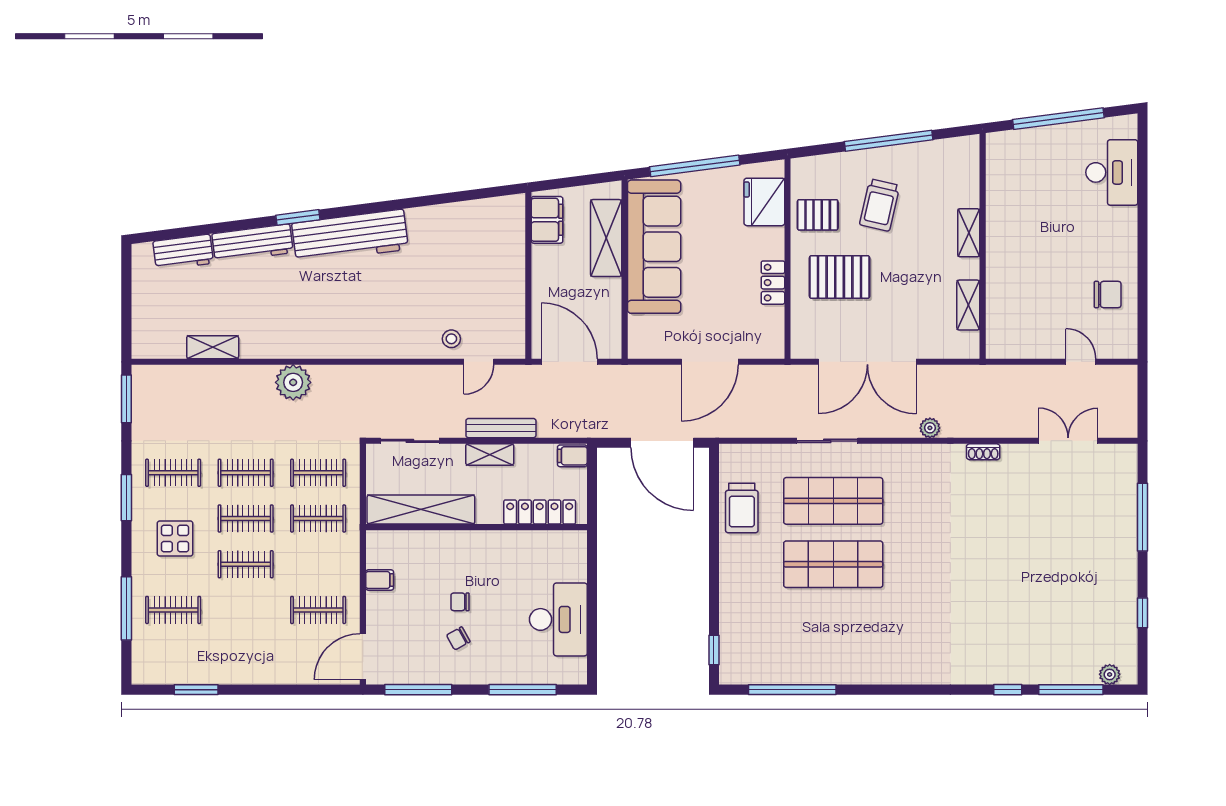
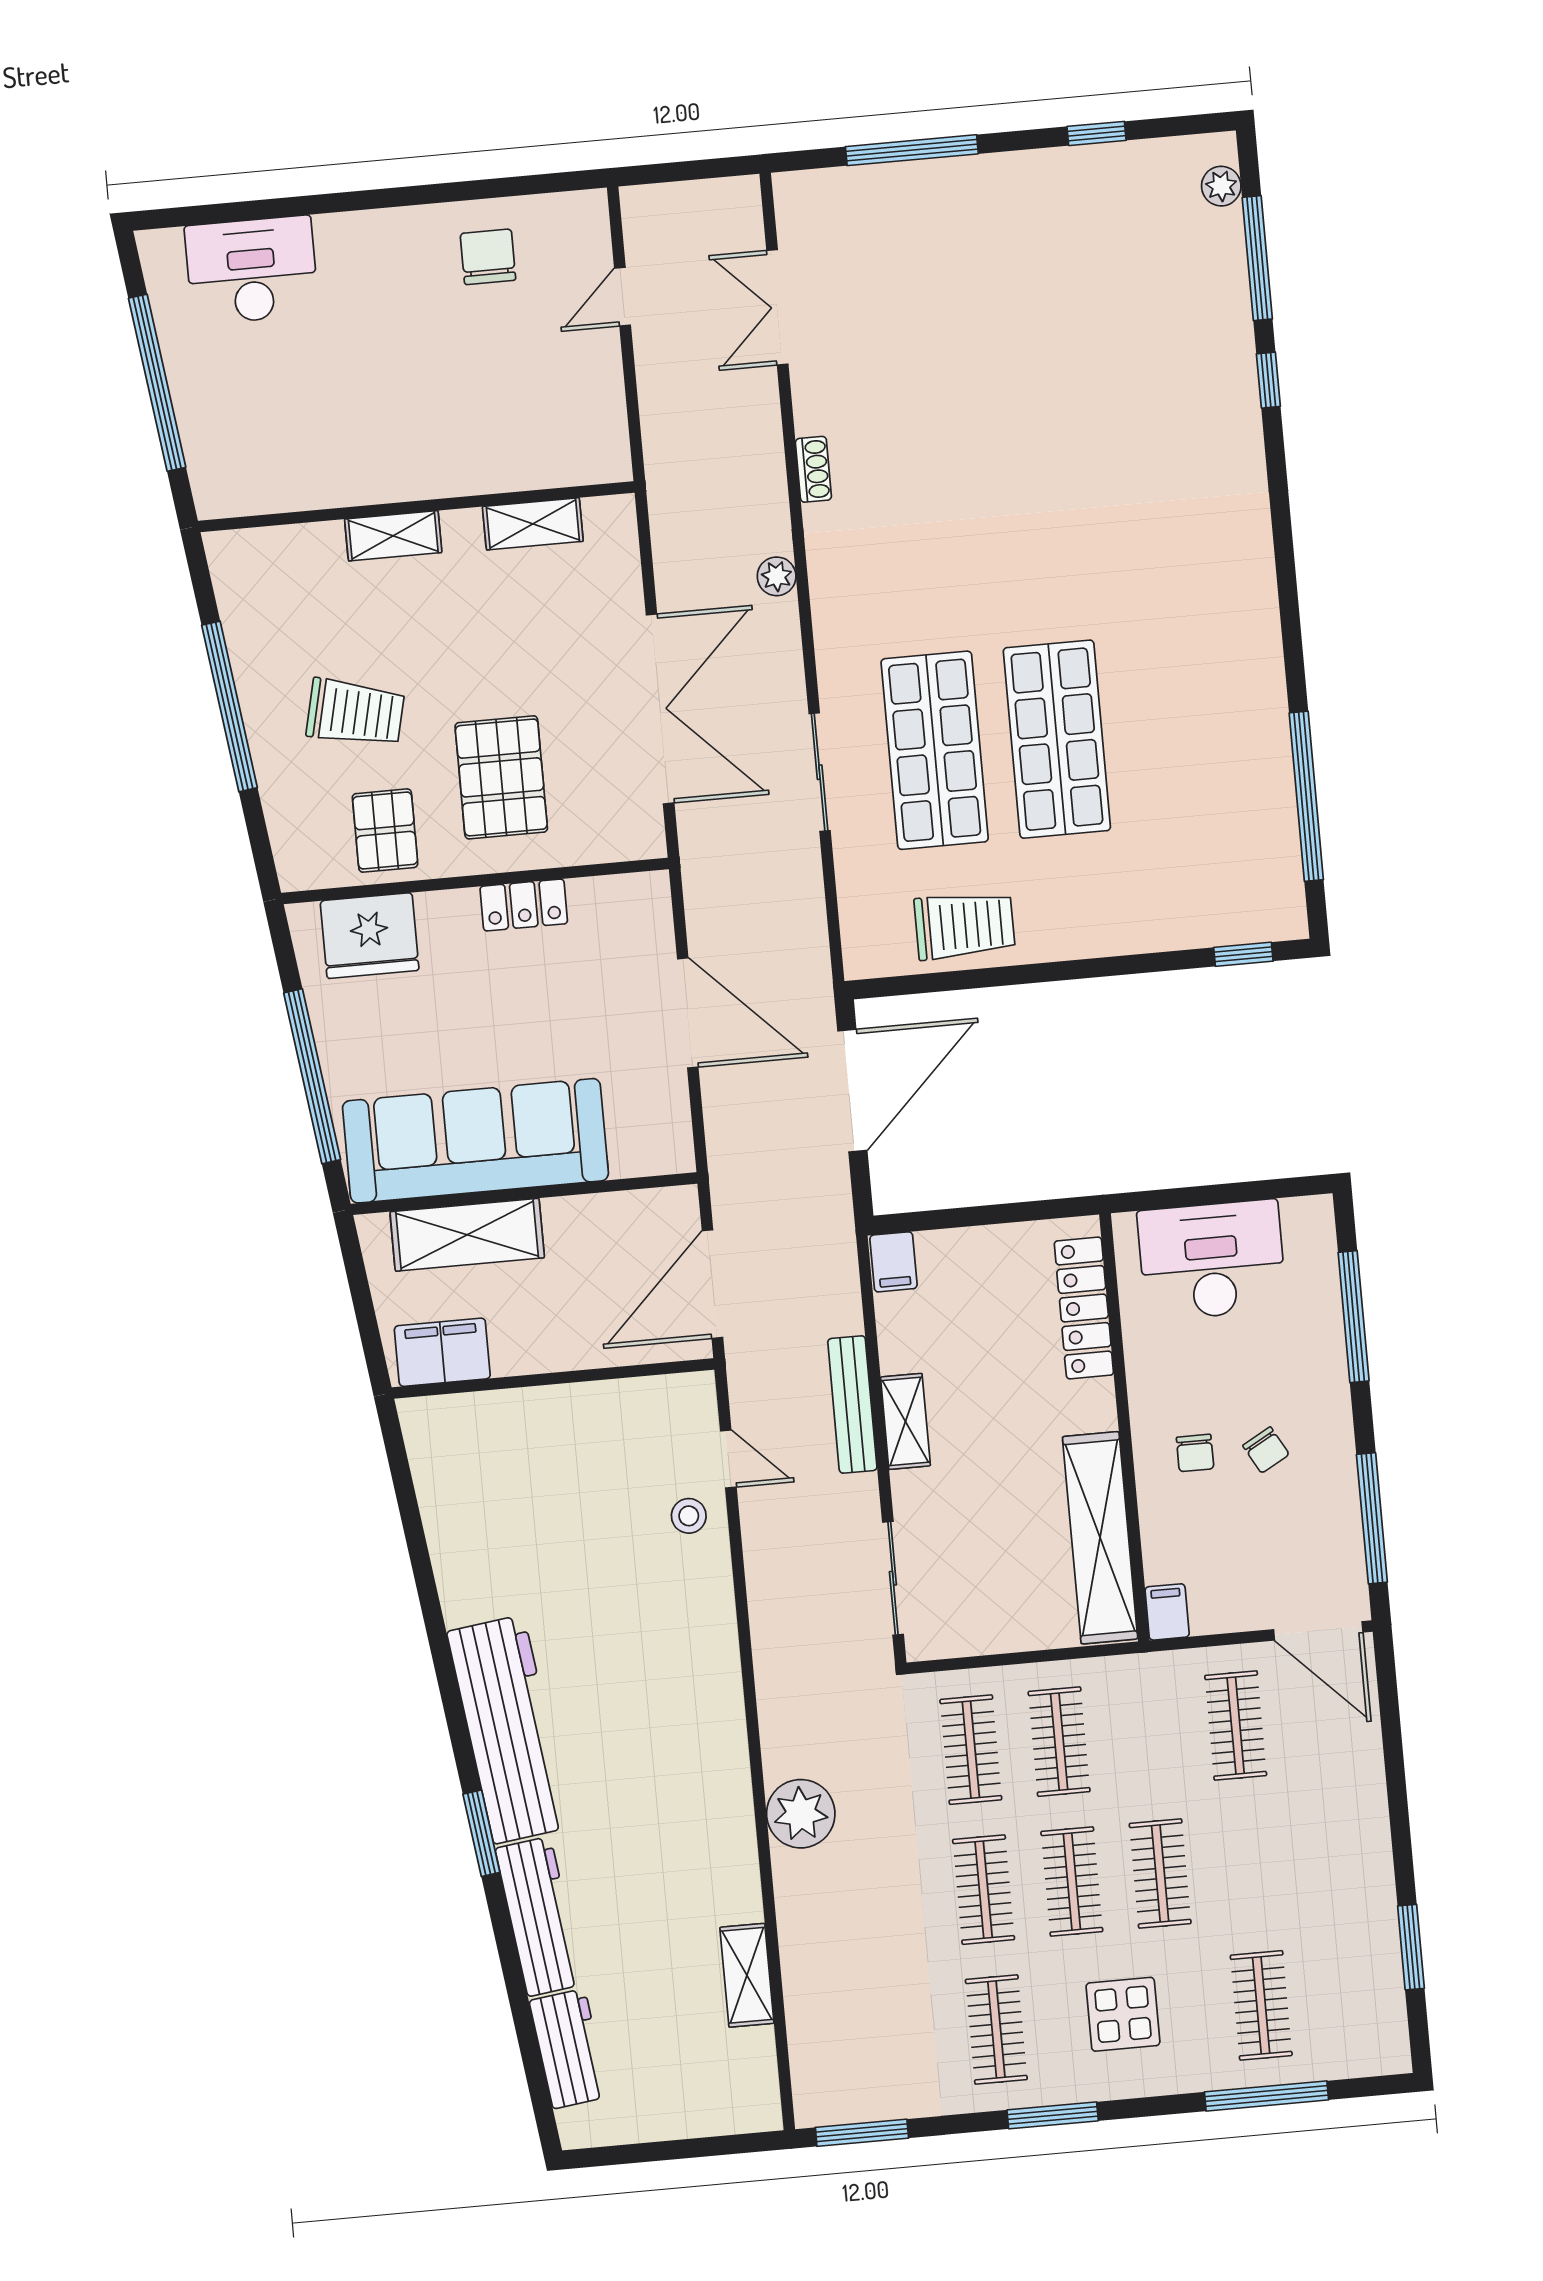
shelving: (421, 510) -> (1100, 1538), moved
locker: (540, 512) -> (1084, 1308), moved
wall: (476, 527) -> (1124, 1427), moved

